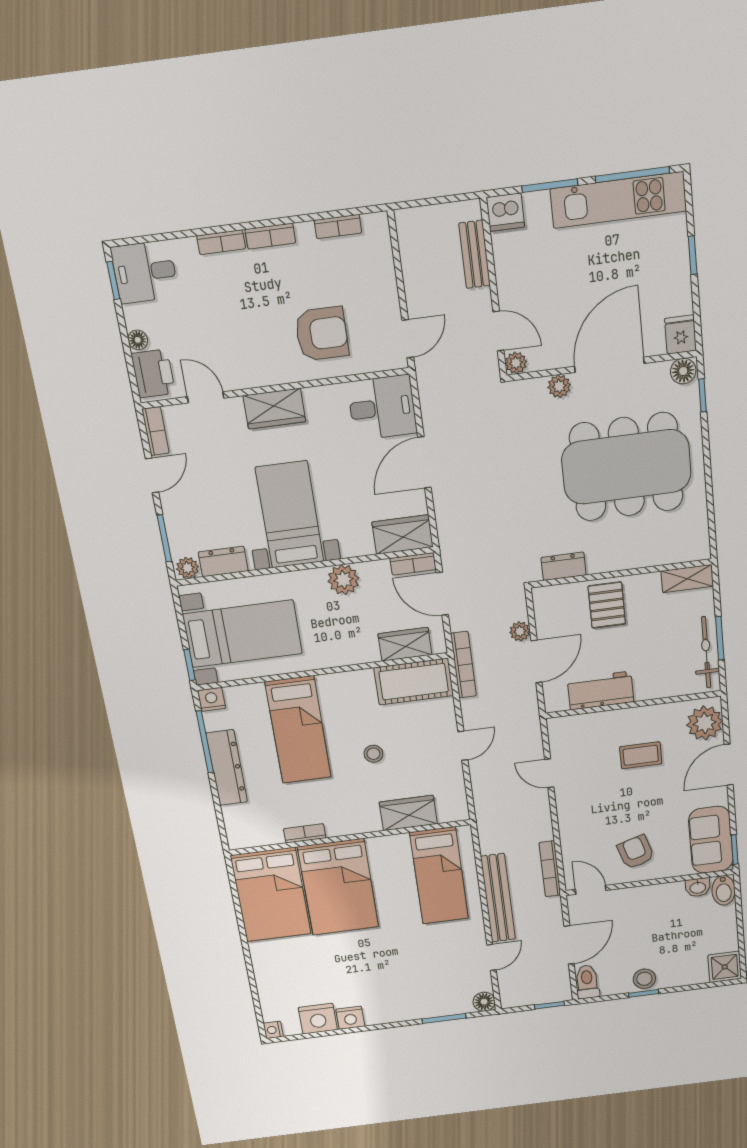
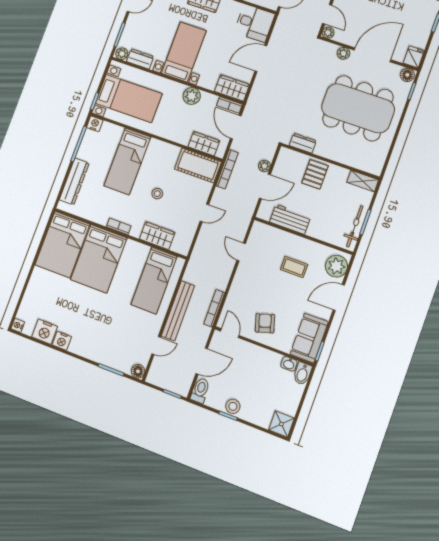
dresser: (227, 768) -> (74, 182), moved
bookcase: (305, 833) -> (119, 226), moved

